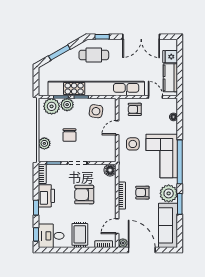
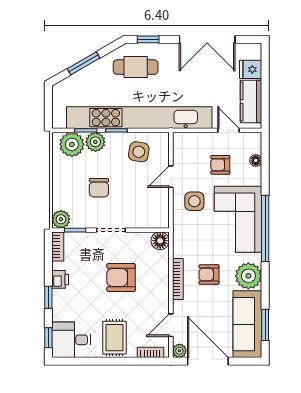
armchair: (135, 109) -> (220, 165), moved
plant: (44, 143) -> (61, 219), moved
printer: (46, 196) -> (60, 279), width x0.53, depth x0.68
window: (180, 204) -> (265, 325), moved

